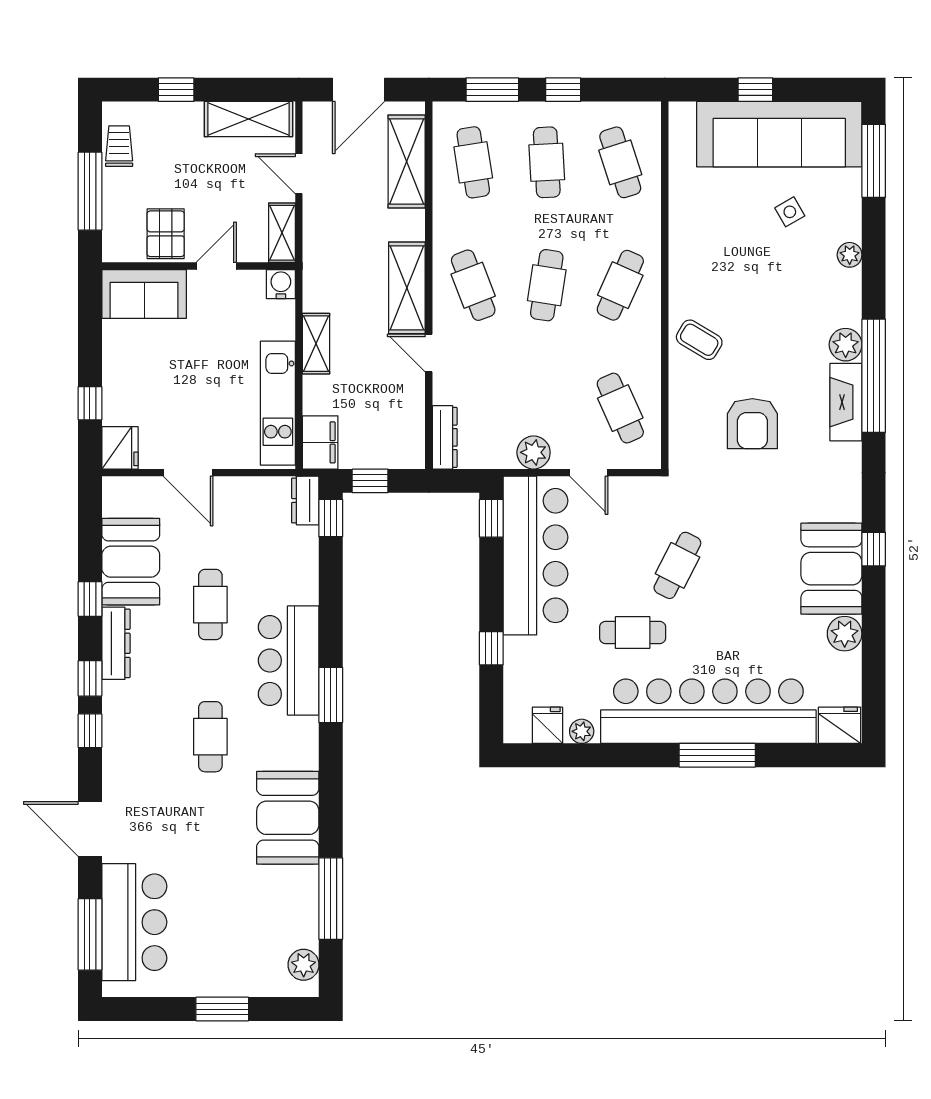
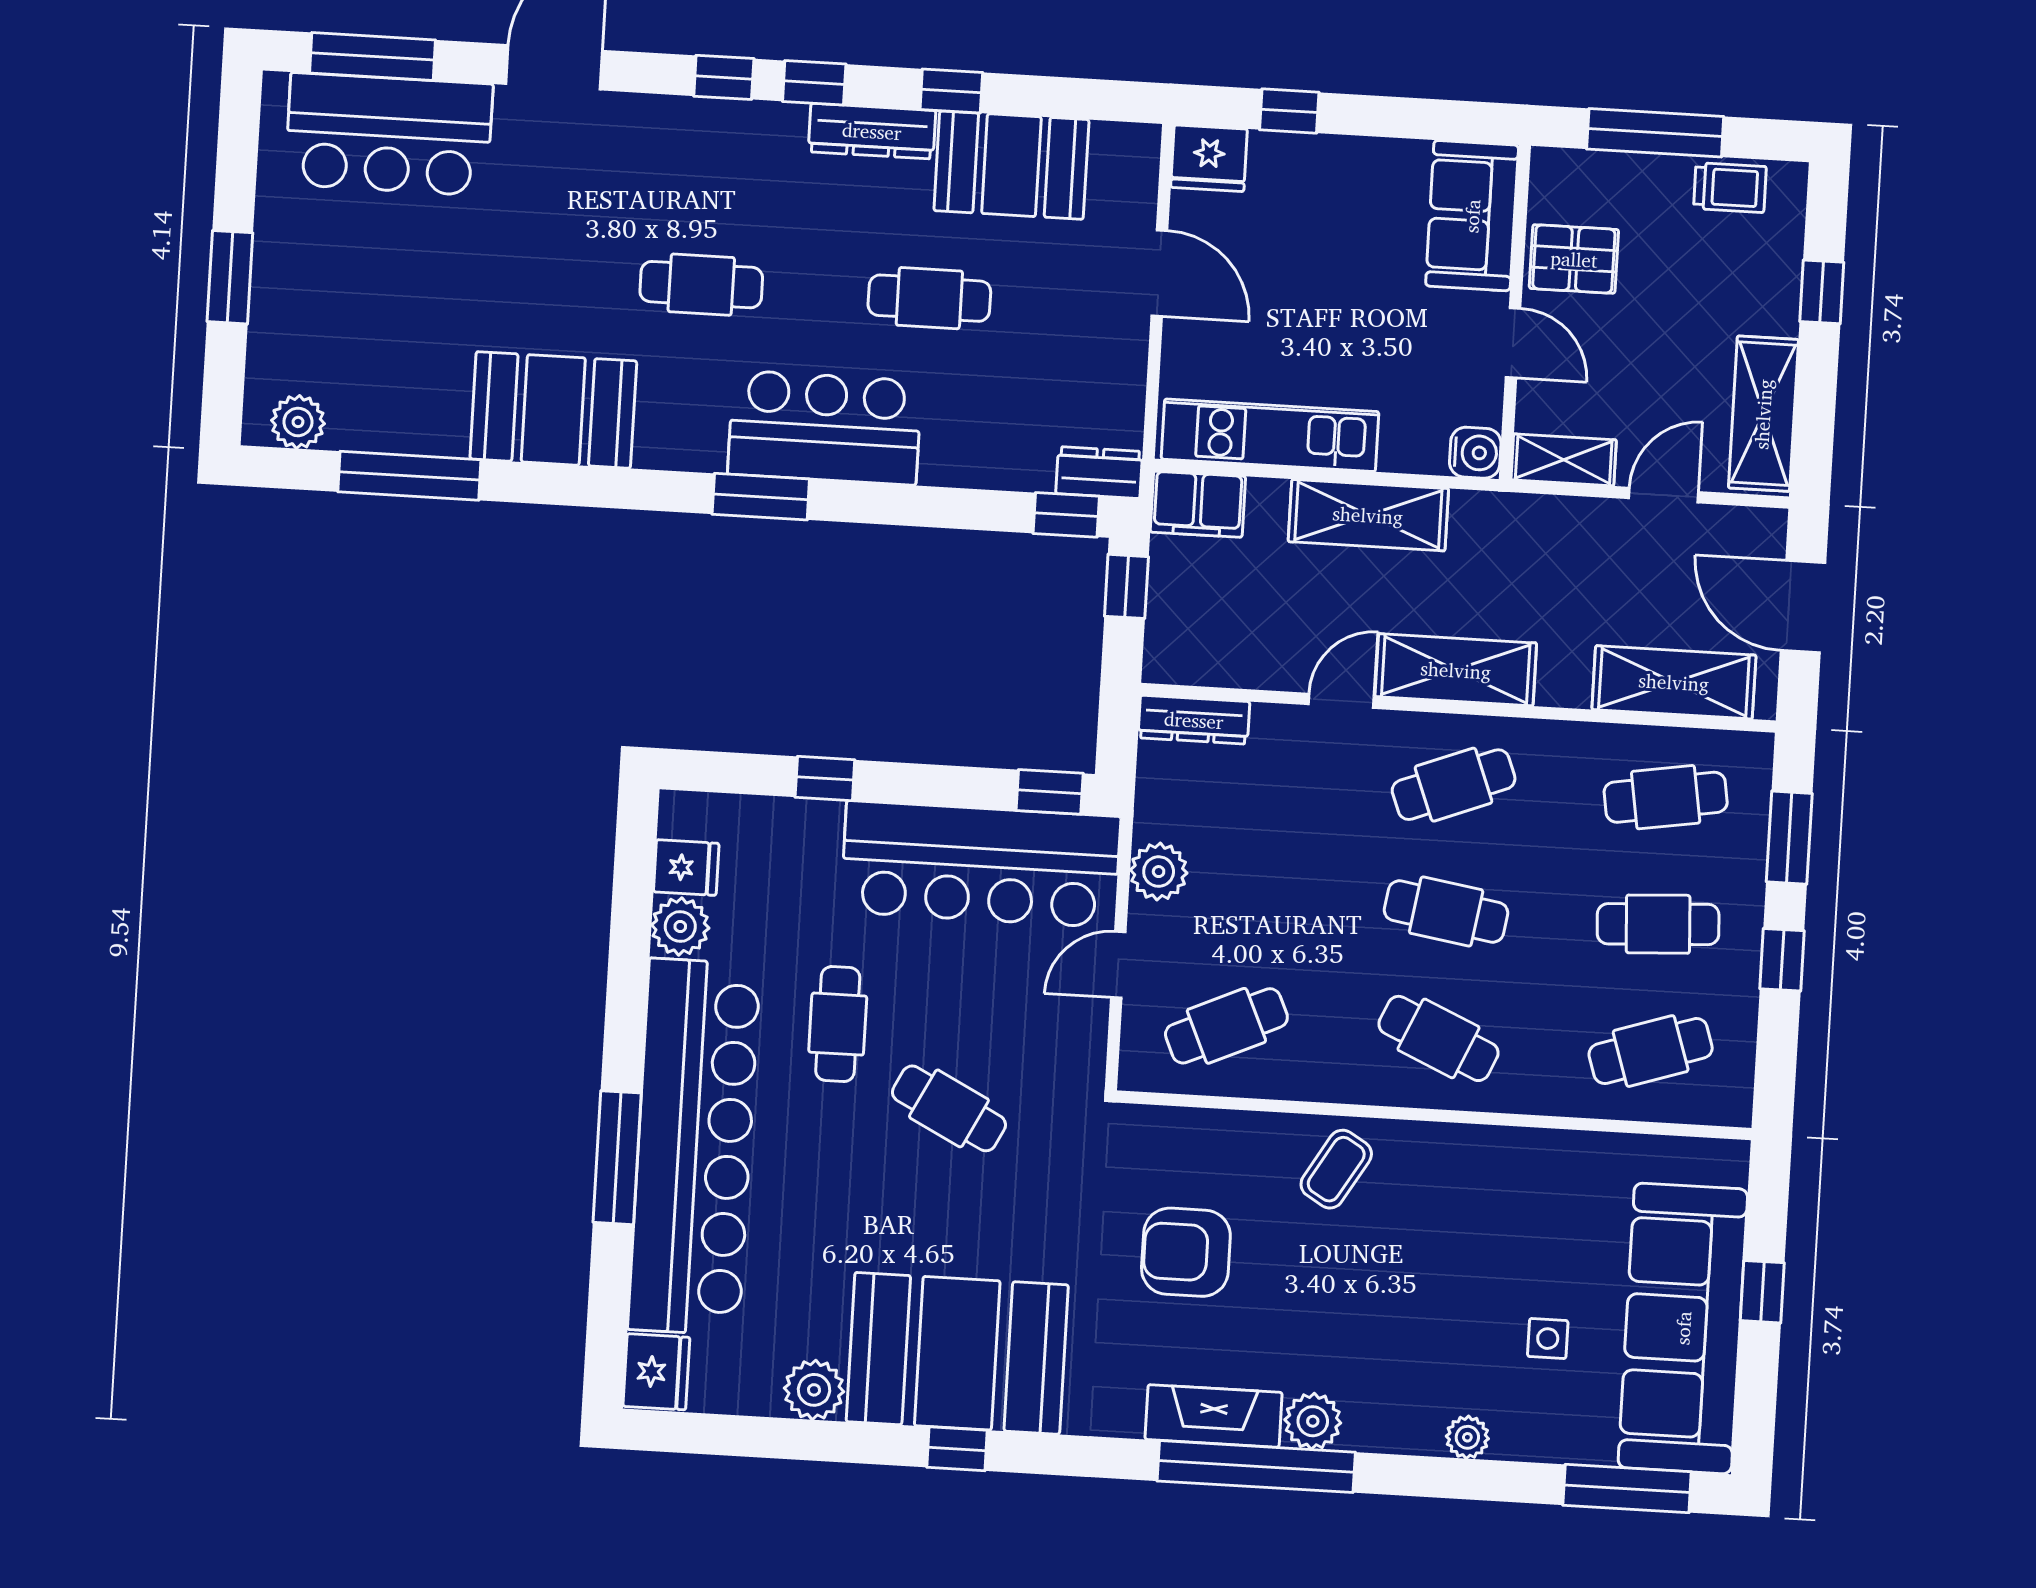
side table: (790, 212) -> (1548, 1339), turned 30
shelving: (316, 344) -> (1368, 515), width x1.50, depth x1.33
door: (188, 473) -> (1159, 273), swing flipped
booth: (831, 569) -> (957, 1353), width x1.36, depth x1.42
plant: (582, 731) -> (680, 926), width x1.38, depth x1.38

